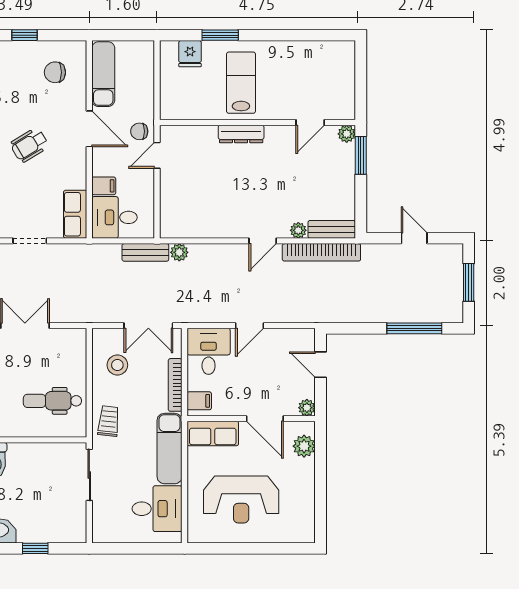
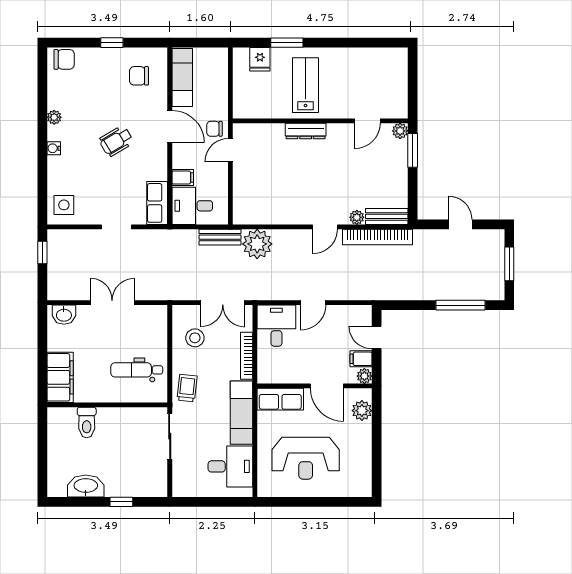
plant: (179, 252) -> (257, 244), width x1.88, depth x1.88
filing cabinet: (199, 401) -> (361, 359), moved, turned 180

